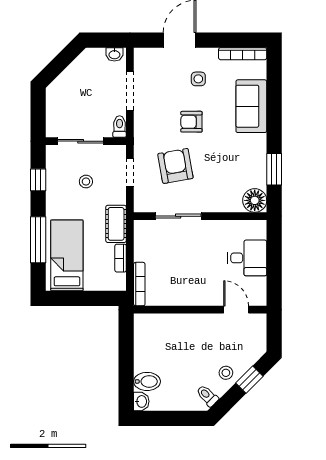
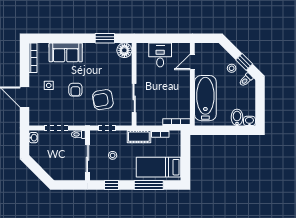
bathtub: (178, 331) -> (205, 98), added
window: (249, 380) -> (244, 62), moved

